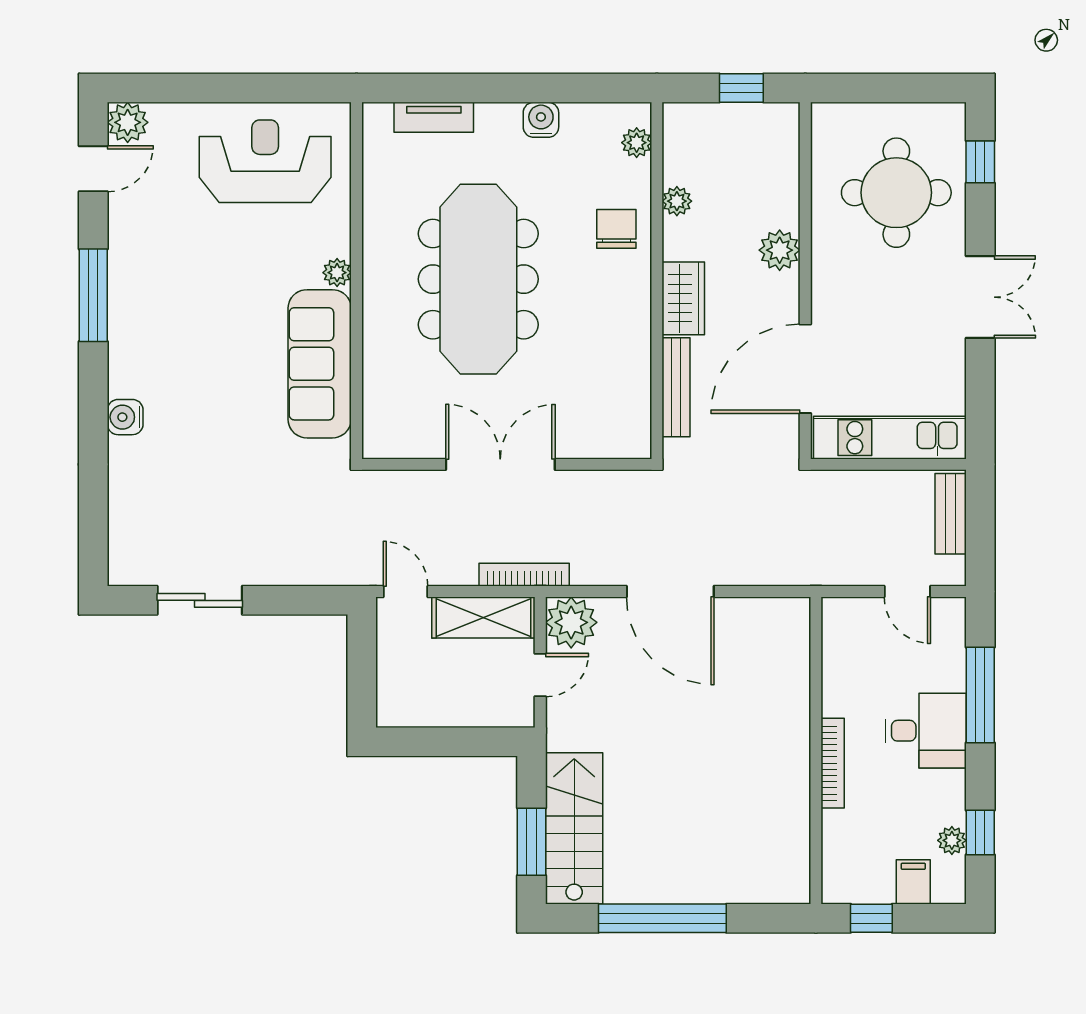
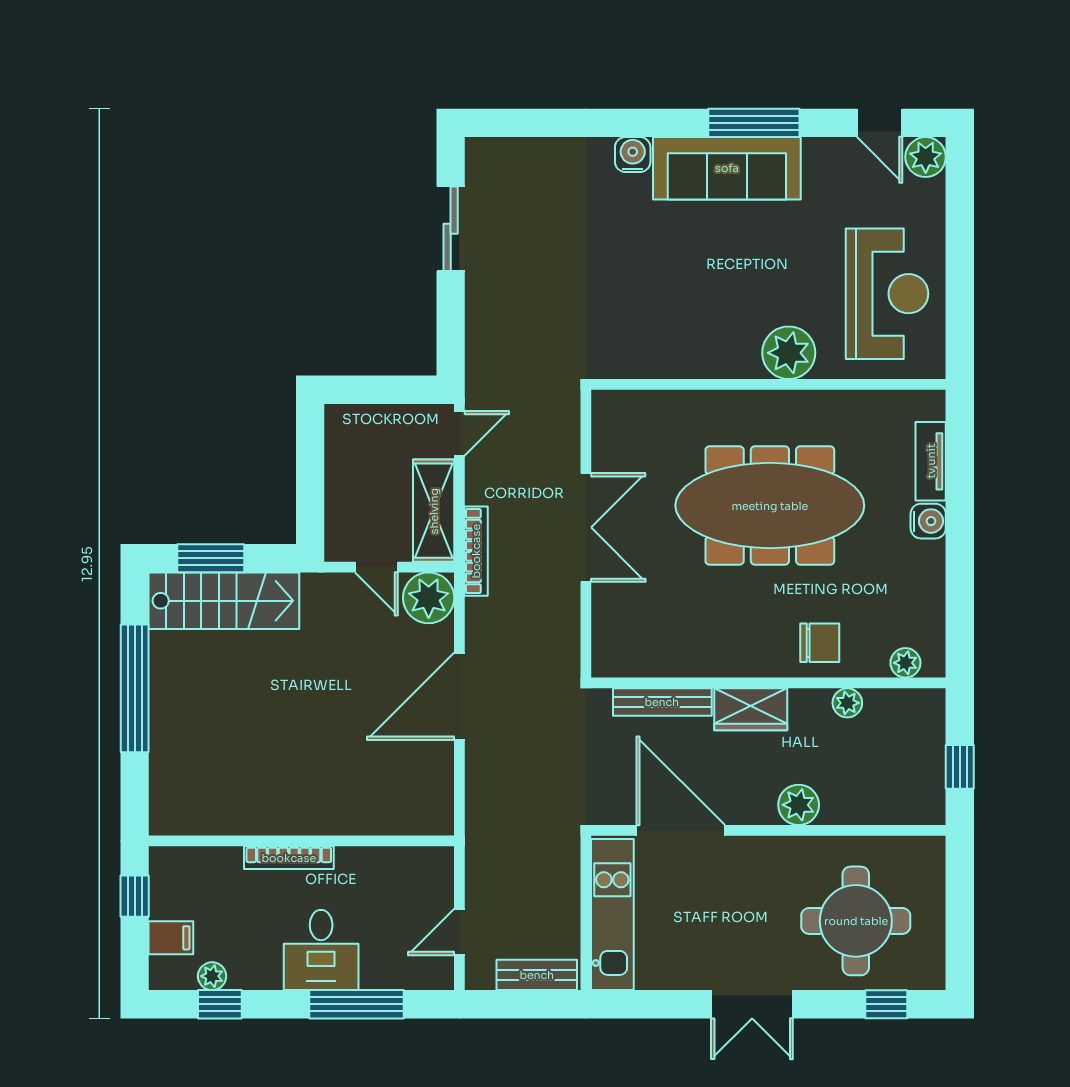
water cooler: (541, 120) -> (928, 521), moved
plant: (337, 273) -> (789, 353), width x1.87, depth x1.87
sofa: (320, 364) -> (727, 168), moved, turned 180

